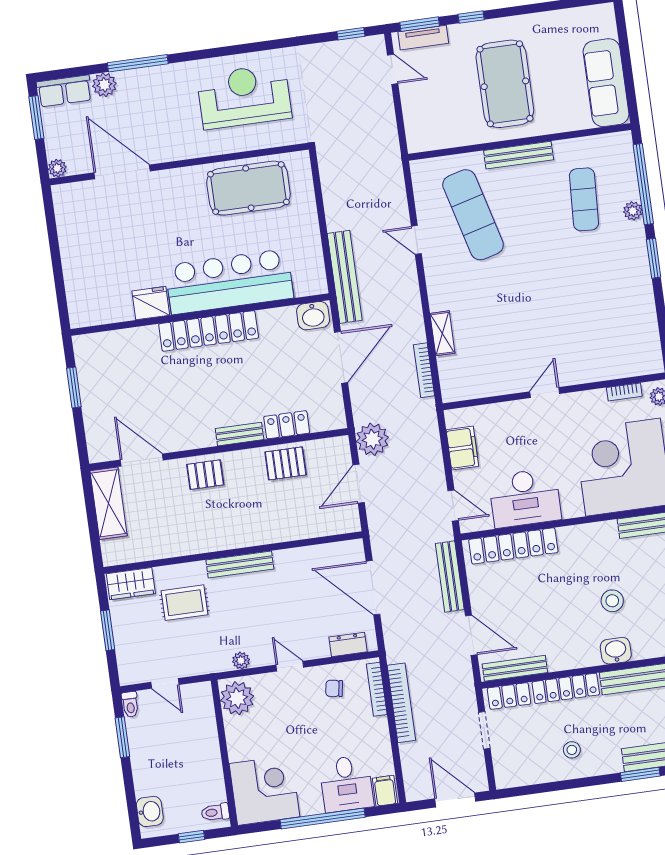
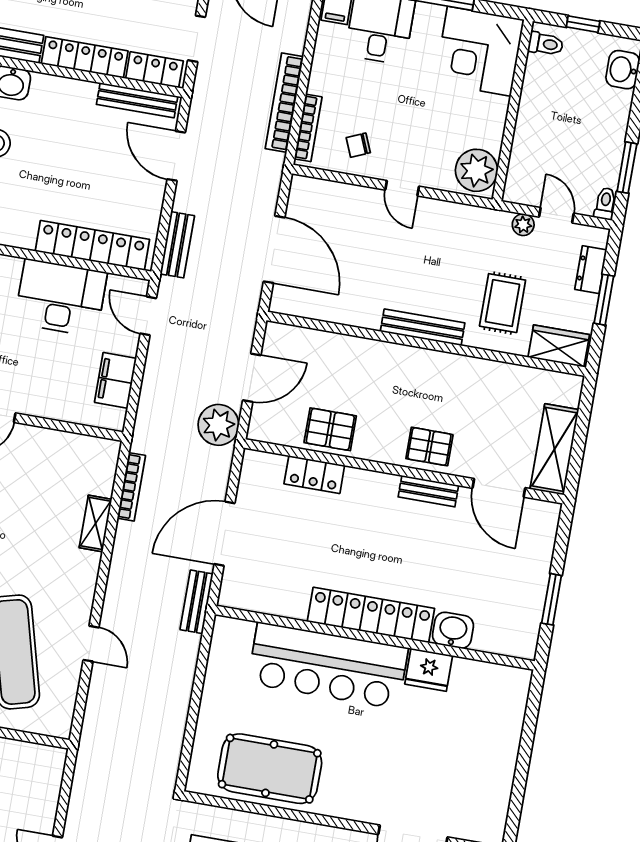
bench: (345, 277) -> (197, 602), width x0.54, depth x0.82
washbasin: (313, 316) -> (453, 630), moved
bench: (240, 434) -> (428, 491), moved
bench: (450, 577) -> (177, 245), width x0.73
rug: (184, 603) -> (503, 303), turned 90
dresser: (348, 644) -> (591, 270), moved, turned 90
plant: (241, 661) -> (523, 225), moved
chair: (334, 688) -> (358, 145), turned 148

